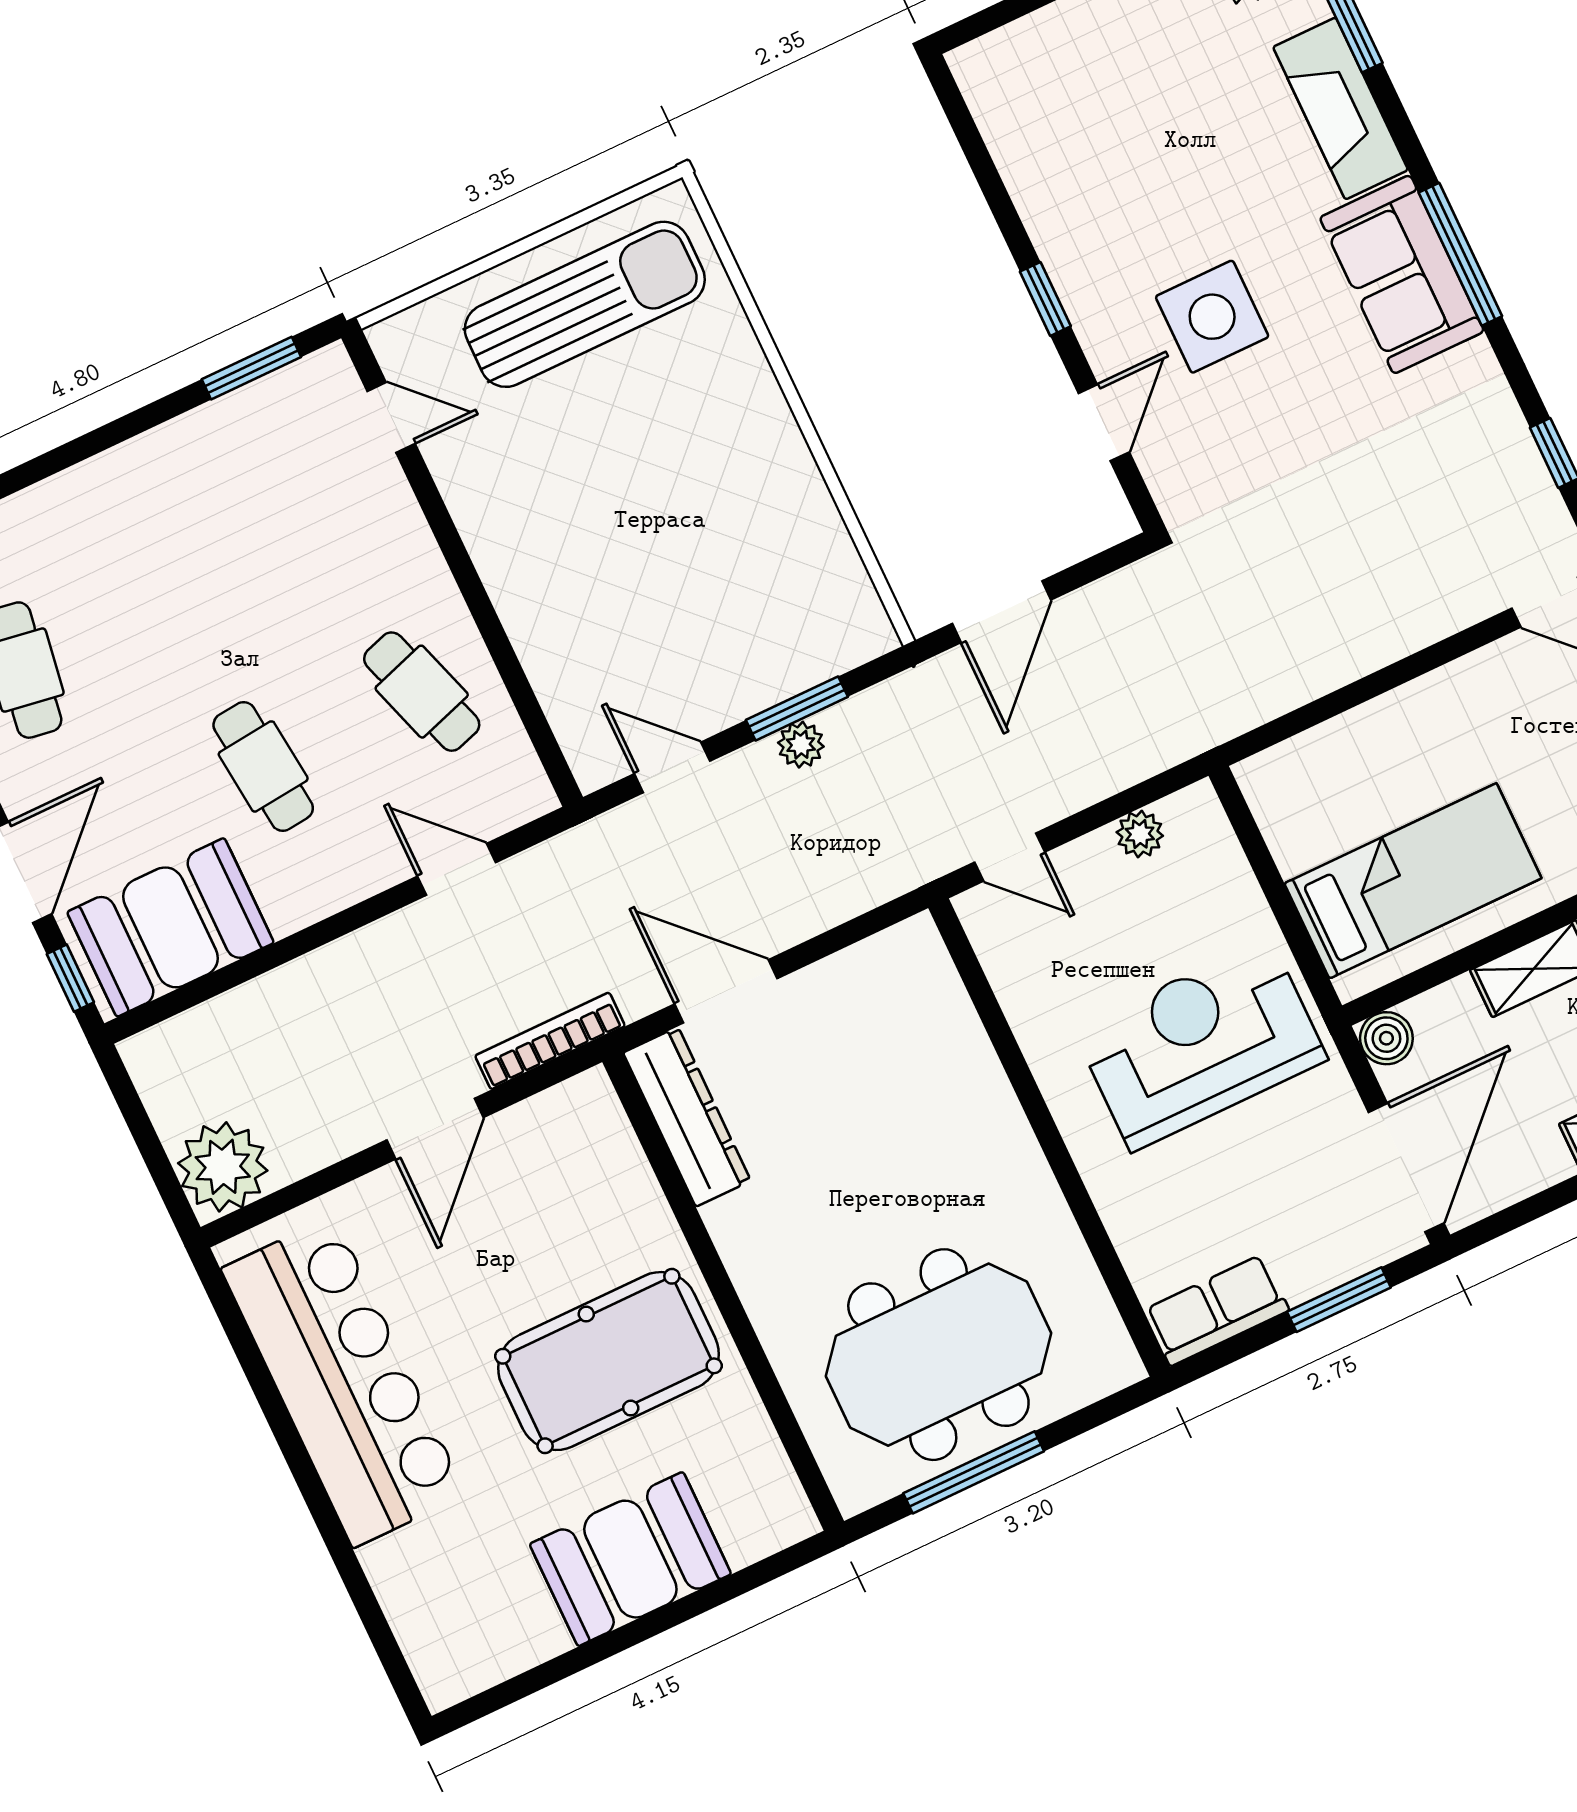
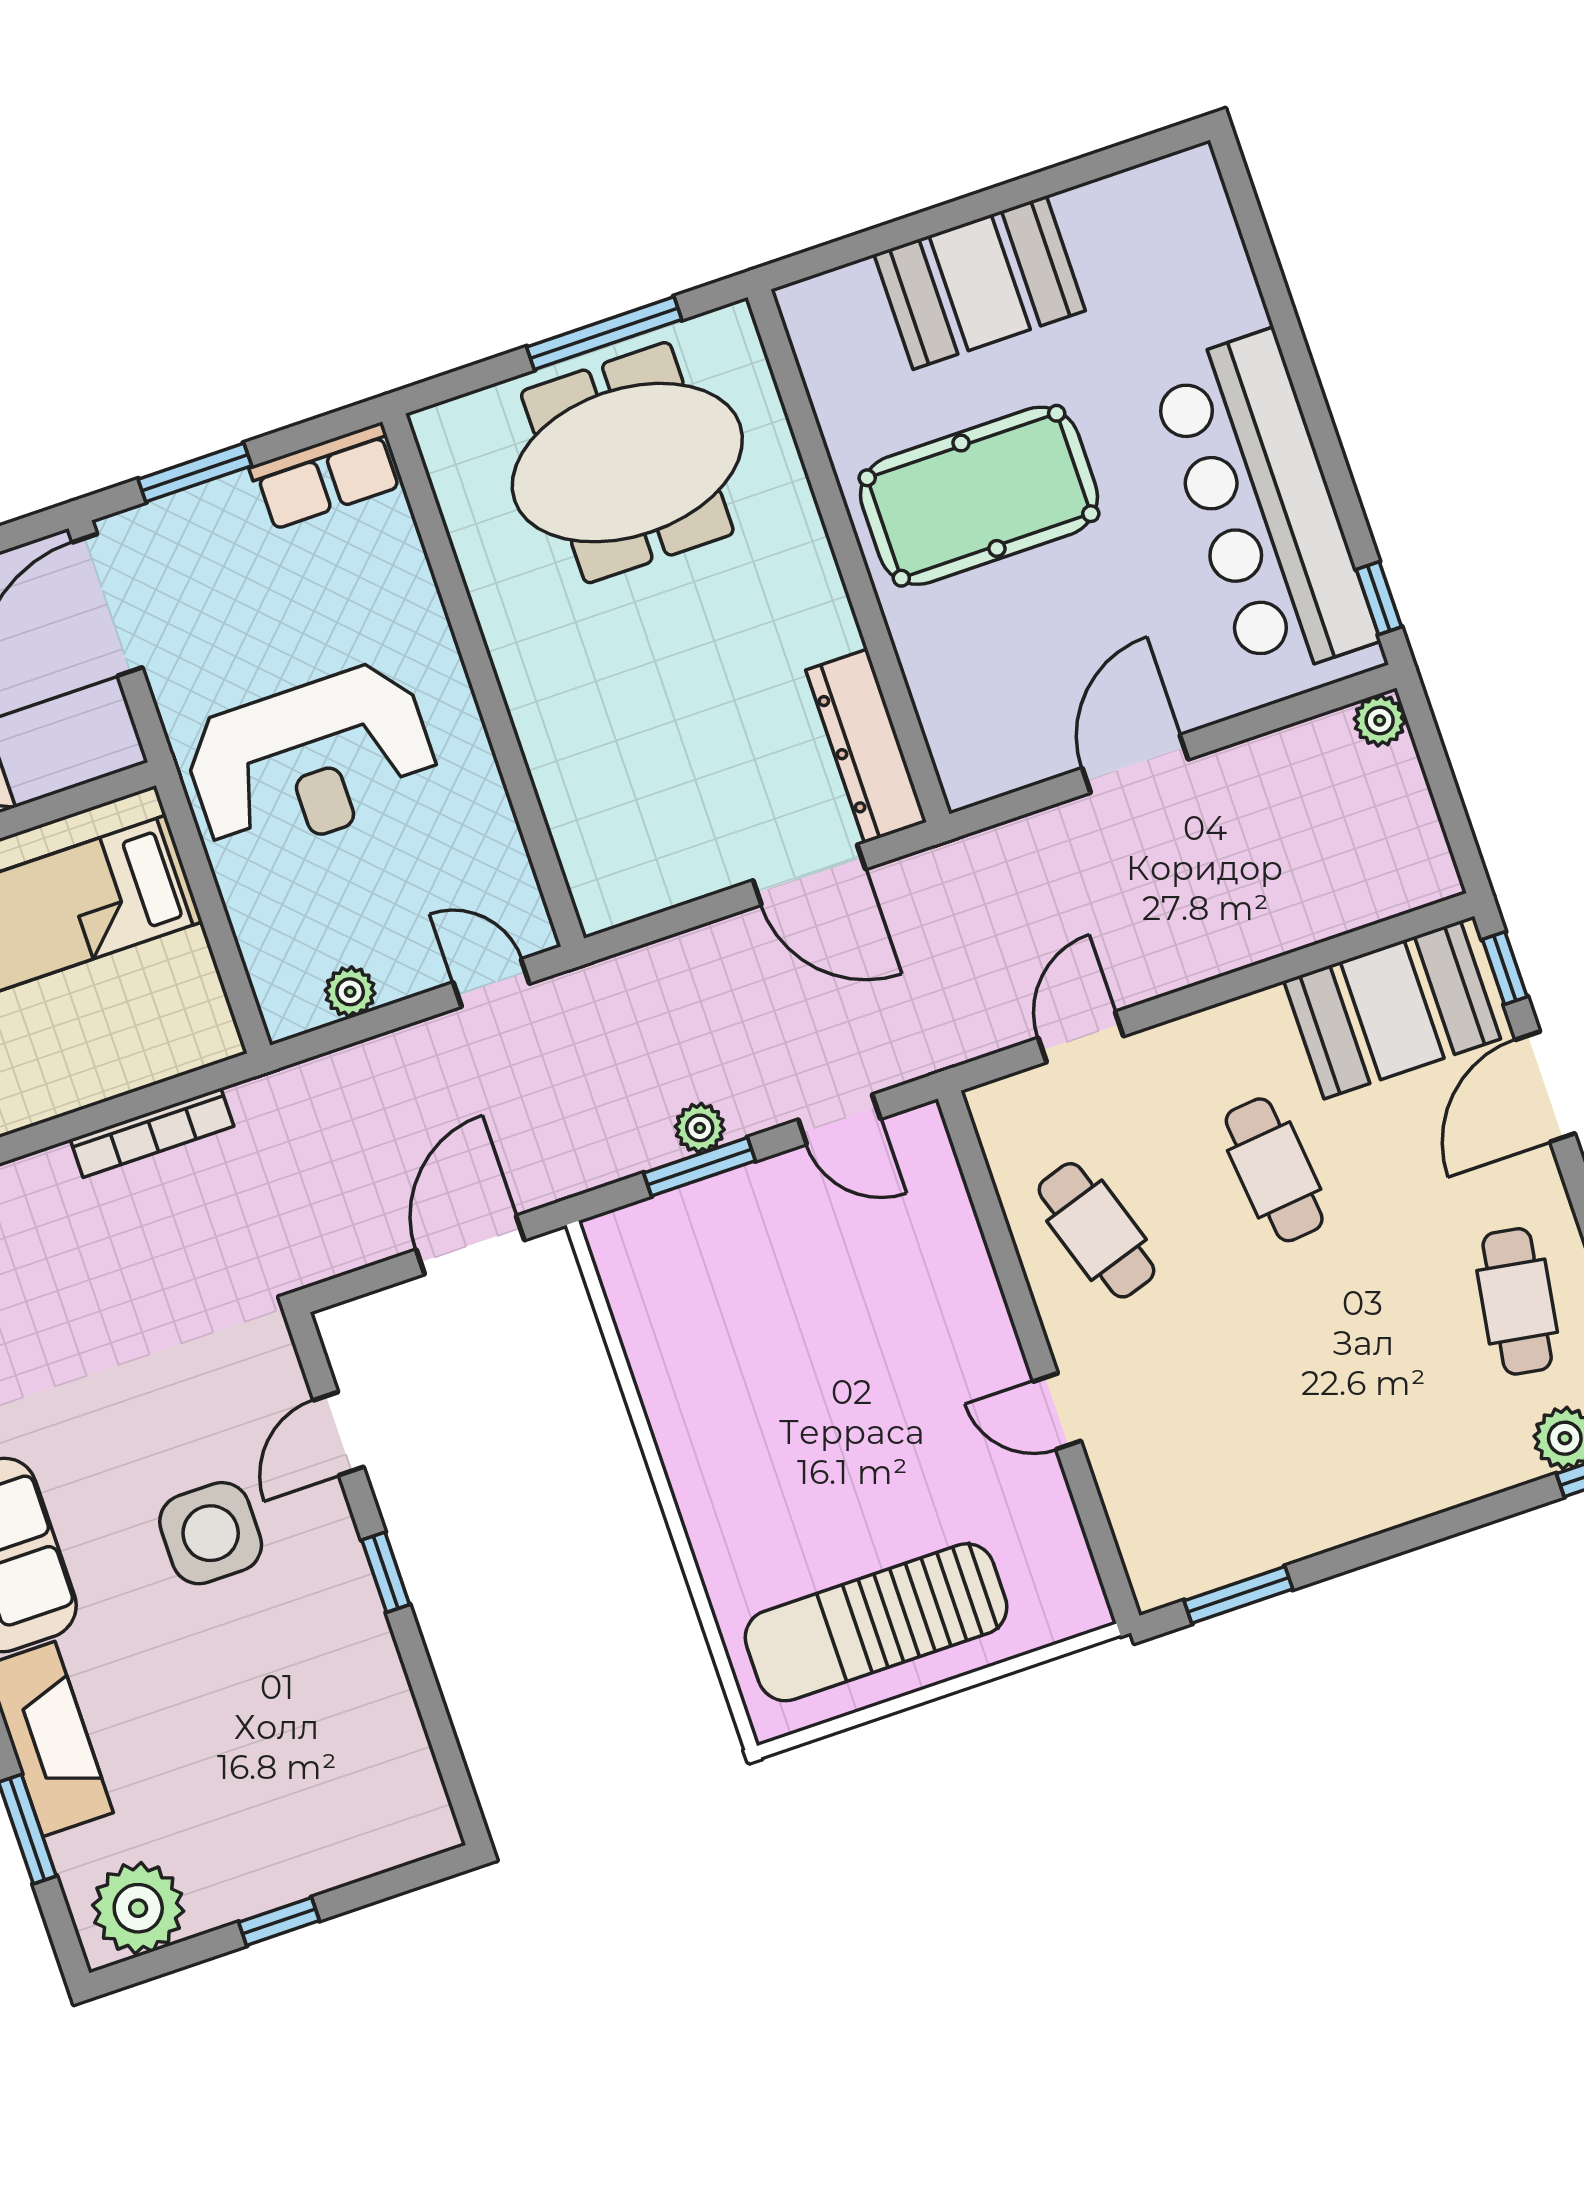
door: (391, 417) -> (1057, 1411), moved
door: (457, 869) -> (1081, 1037), swing flipped
boiler: (1386, 1038) -> (113, 745), removed
bookcase: (550, 1041) -> (152, 1133), moved
plant: (223, 1167) -> (1380, 720), width x0.53, depth x0.53
window: (226, 1308) -> (1379, 598), added

